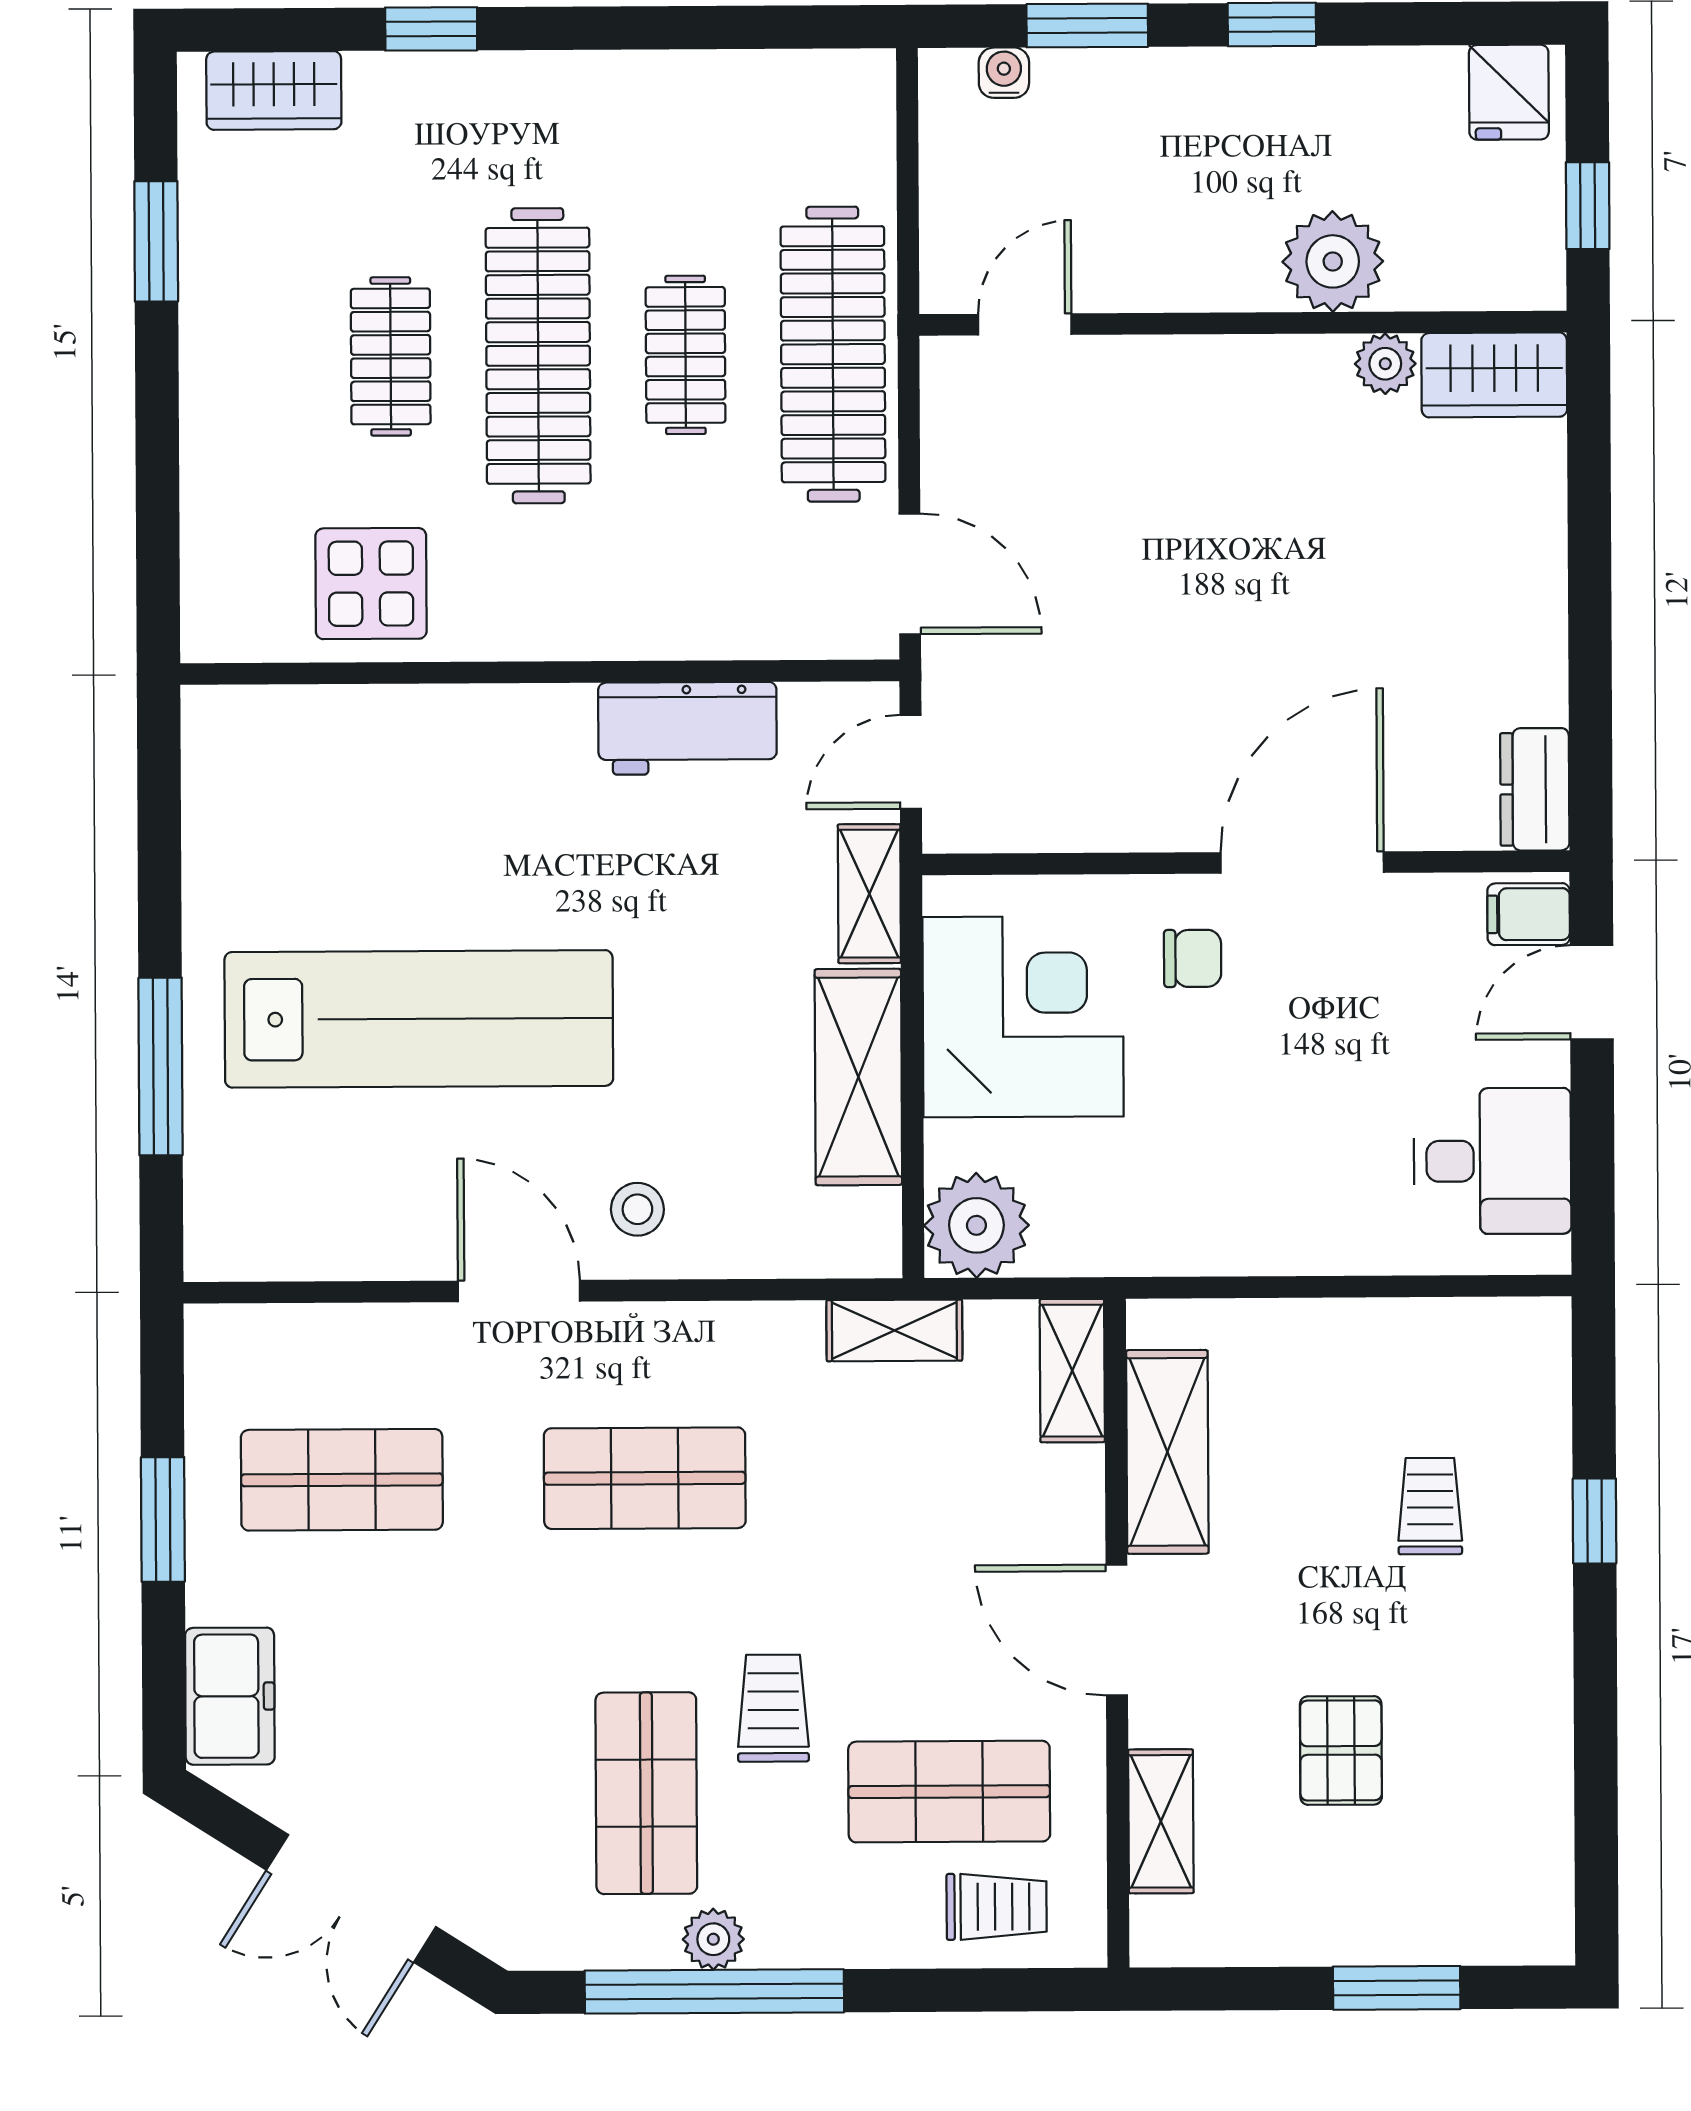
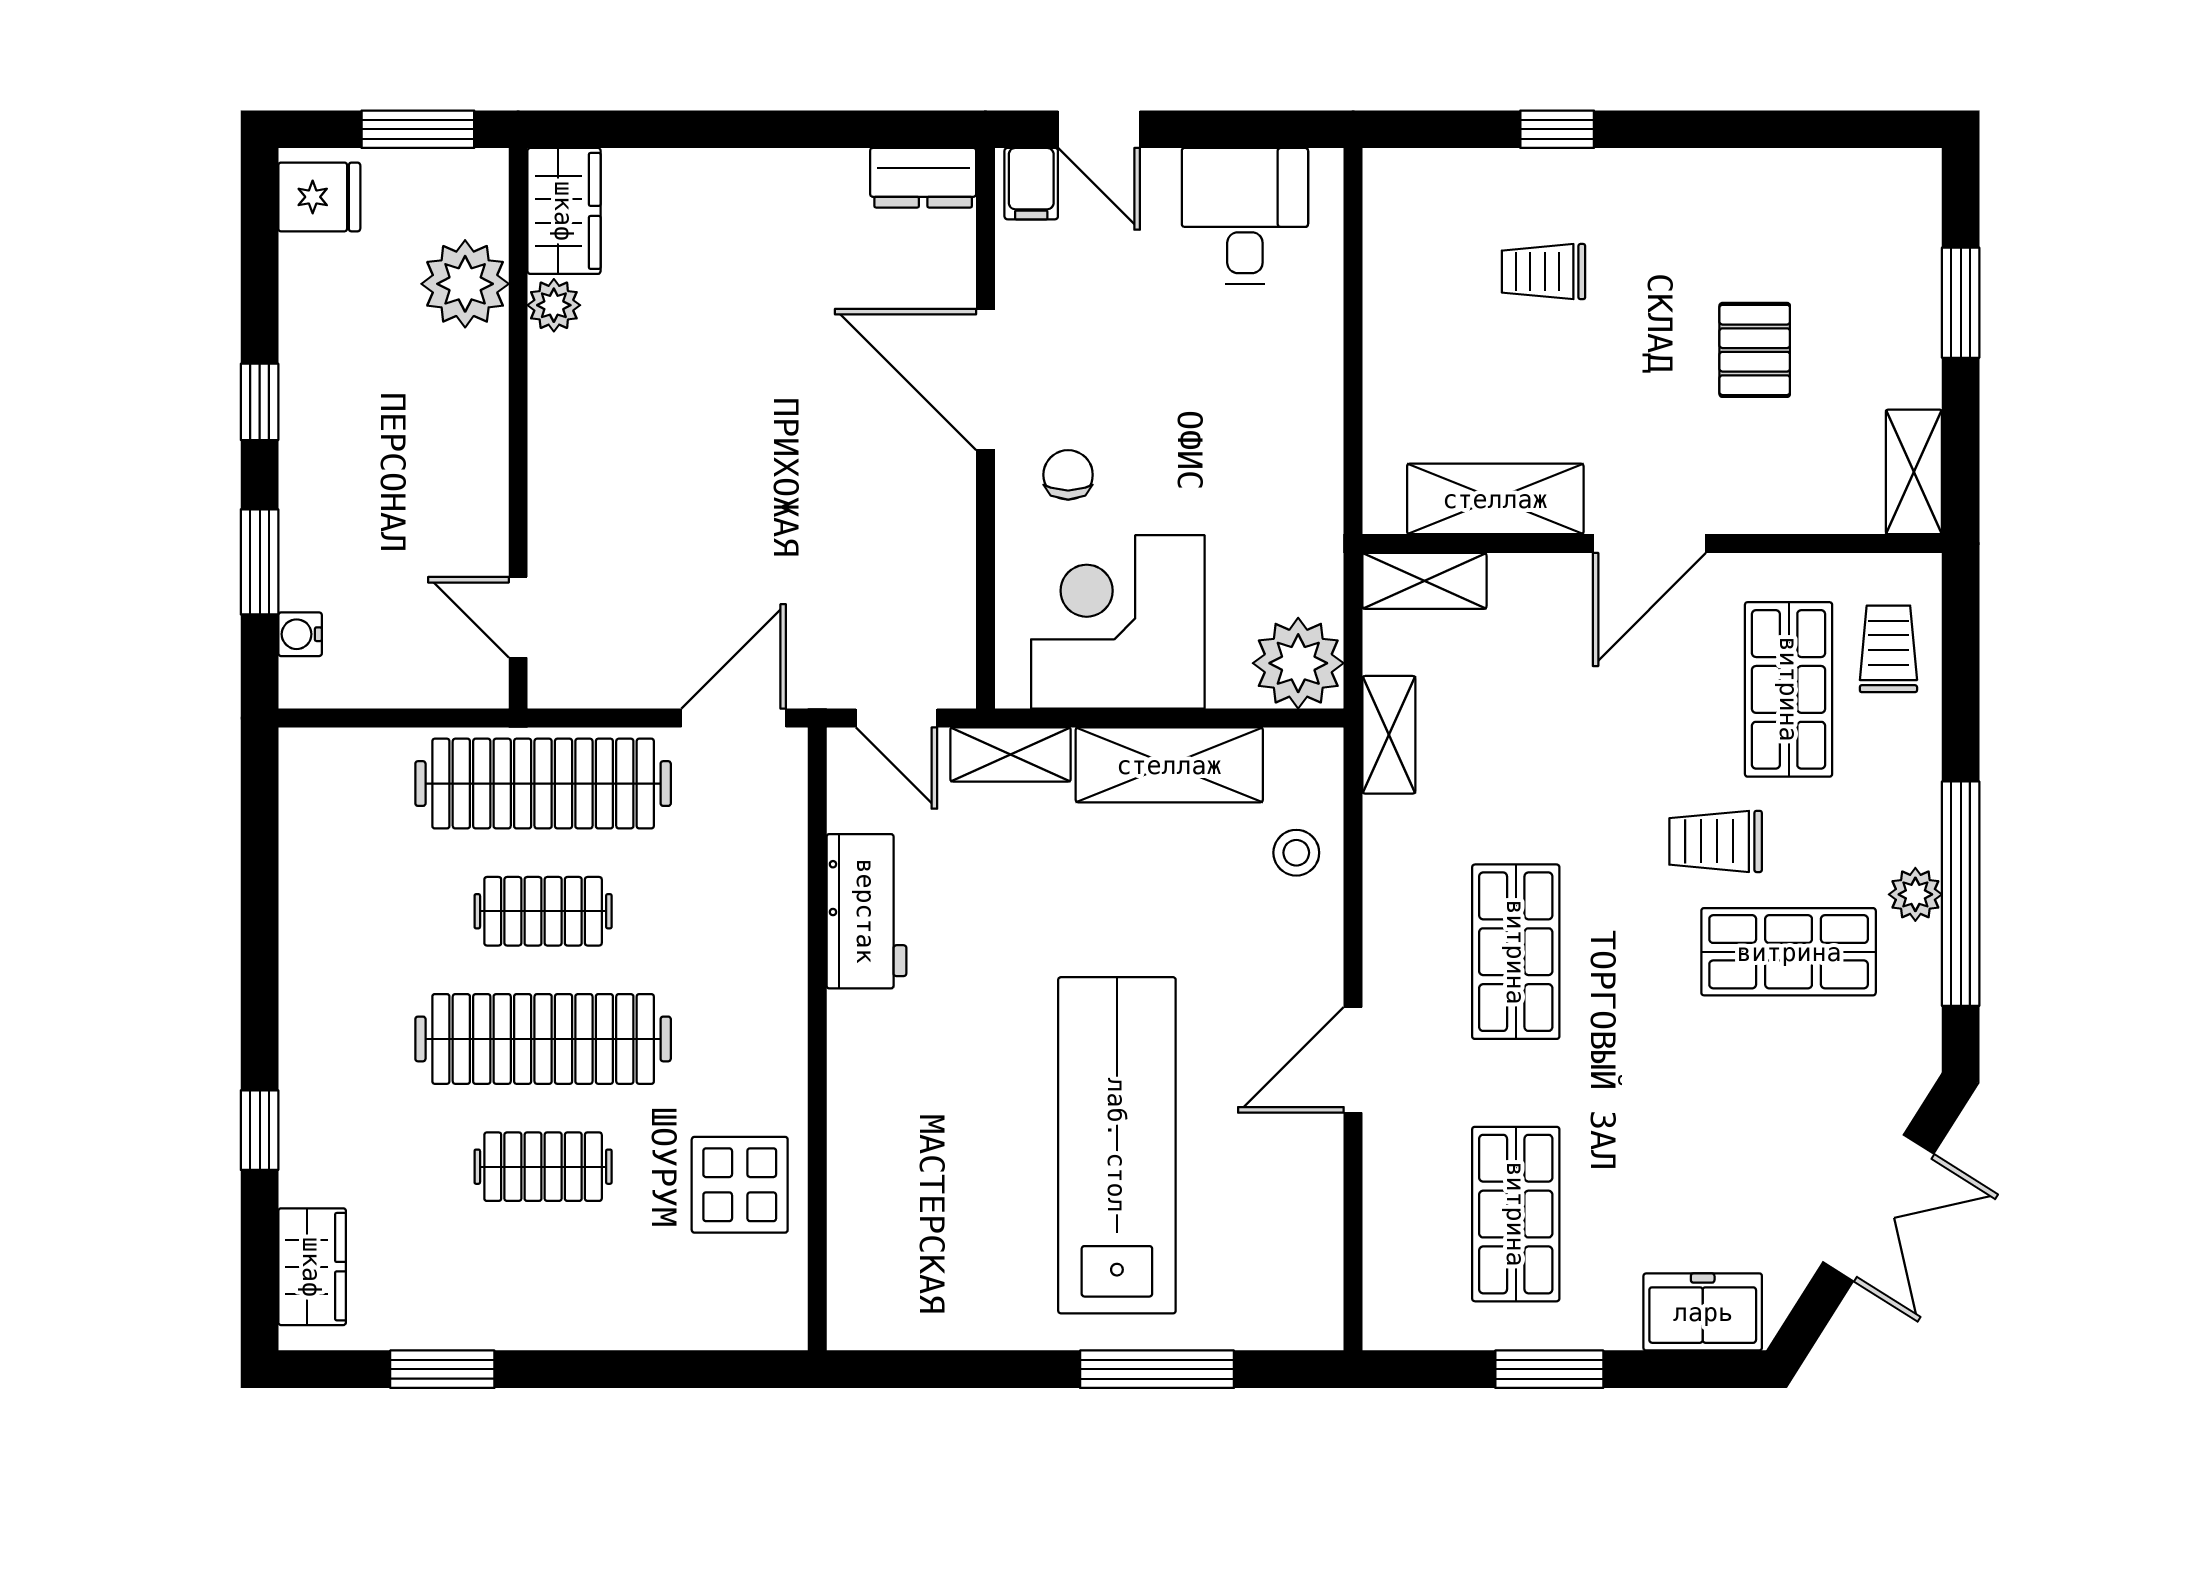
window: (1588, 206) -> (418, 129), width x1.50
plant: (1333, 261) -> (465, 284), moved
stool: (637, 1209) -> (1296, 853), moved
pallet: (1341, 1750) -> (1755, 350), turned 90
shelving: (1161, 1821) -> (1914, 472), moved, turned 90

